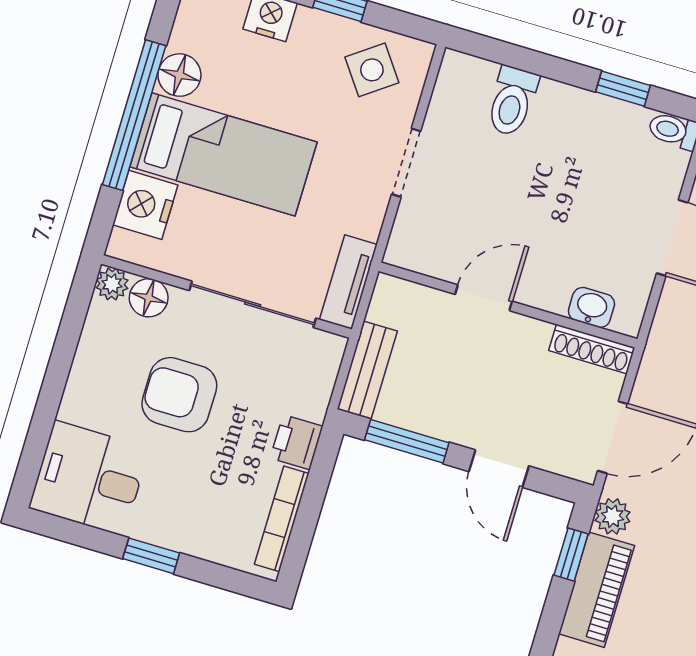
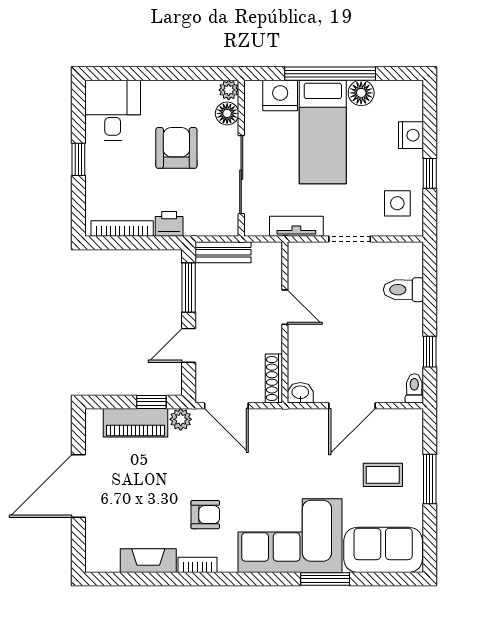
side table: (372, 70) -> (397, 203), turned 36
tv unit: (348, 282) -> (296, 226), moved
washbasin: (591, 307) -> (300, 393), moved, turned -90

